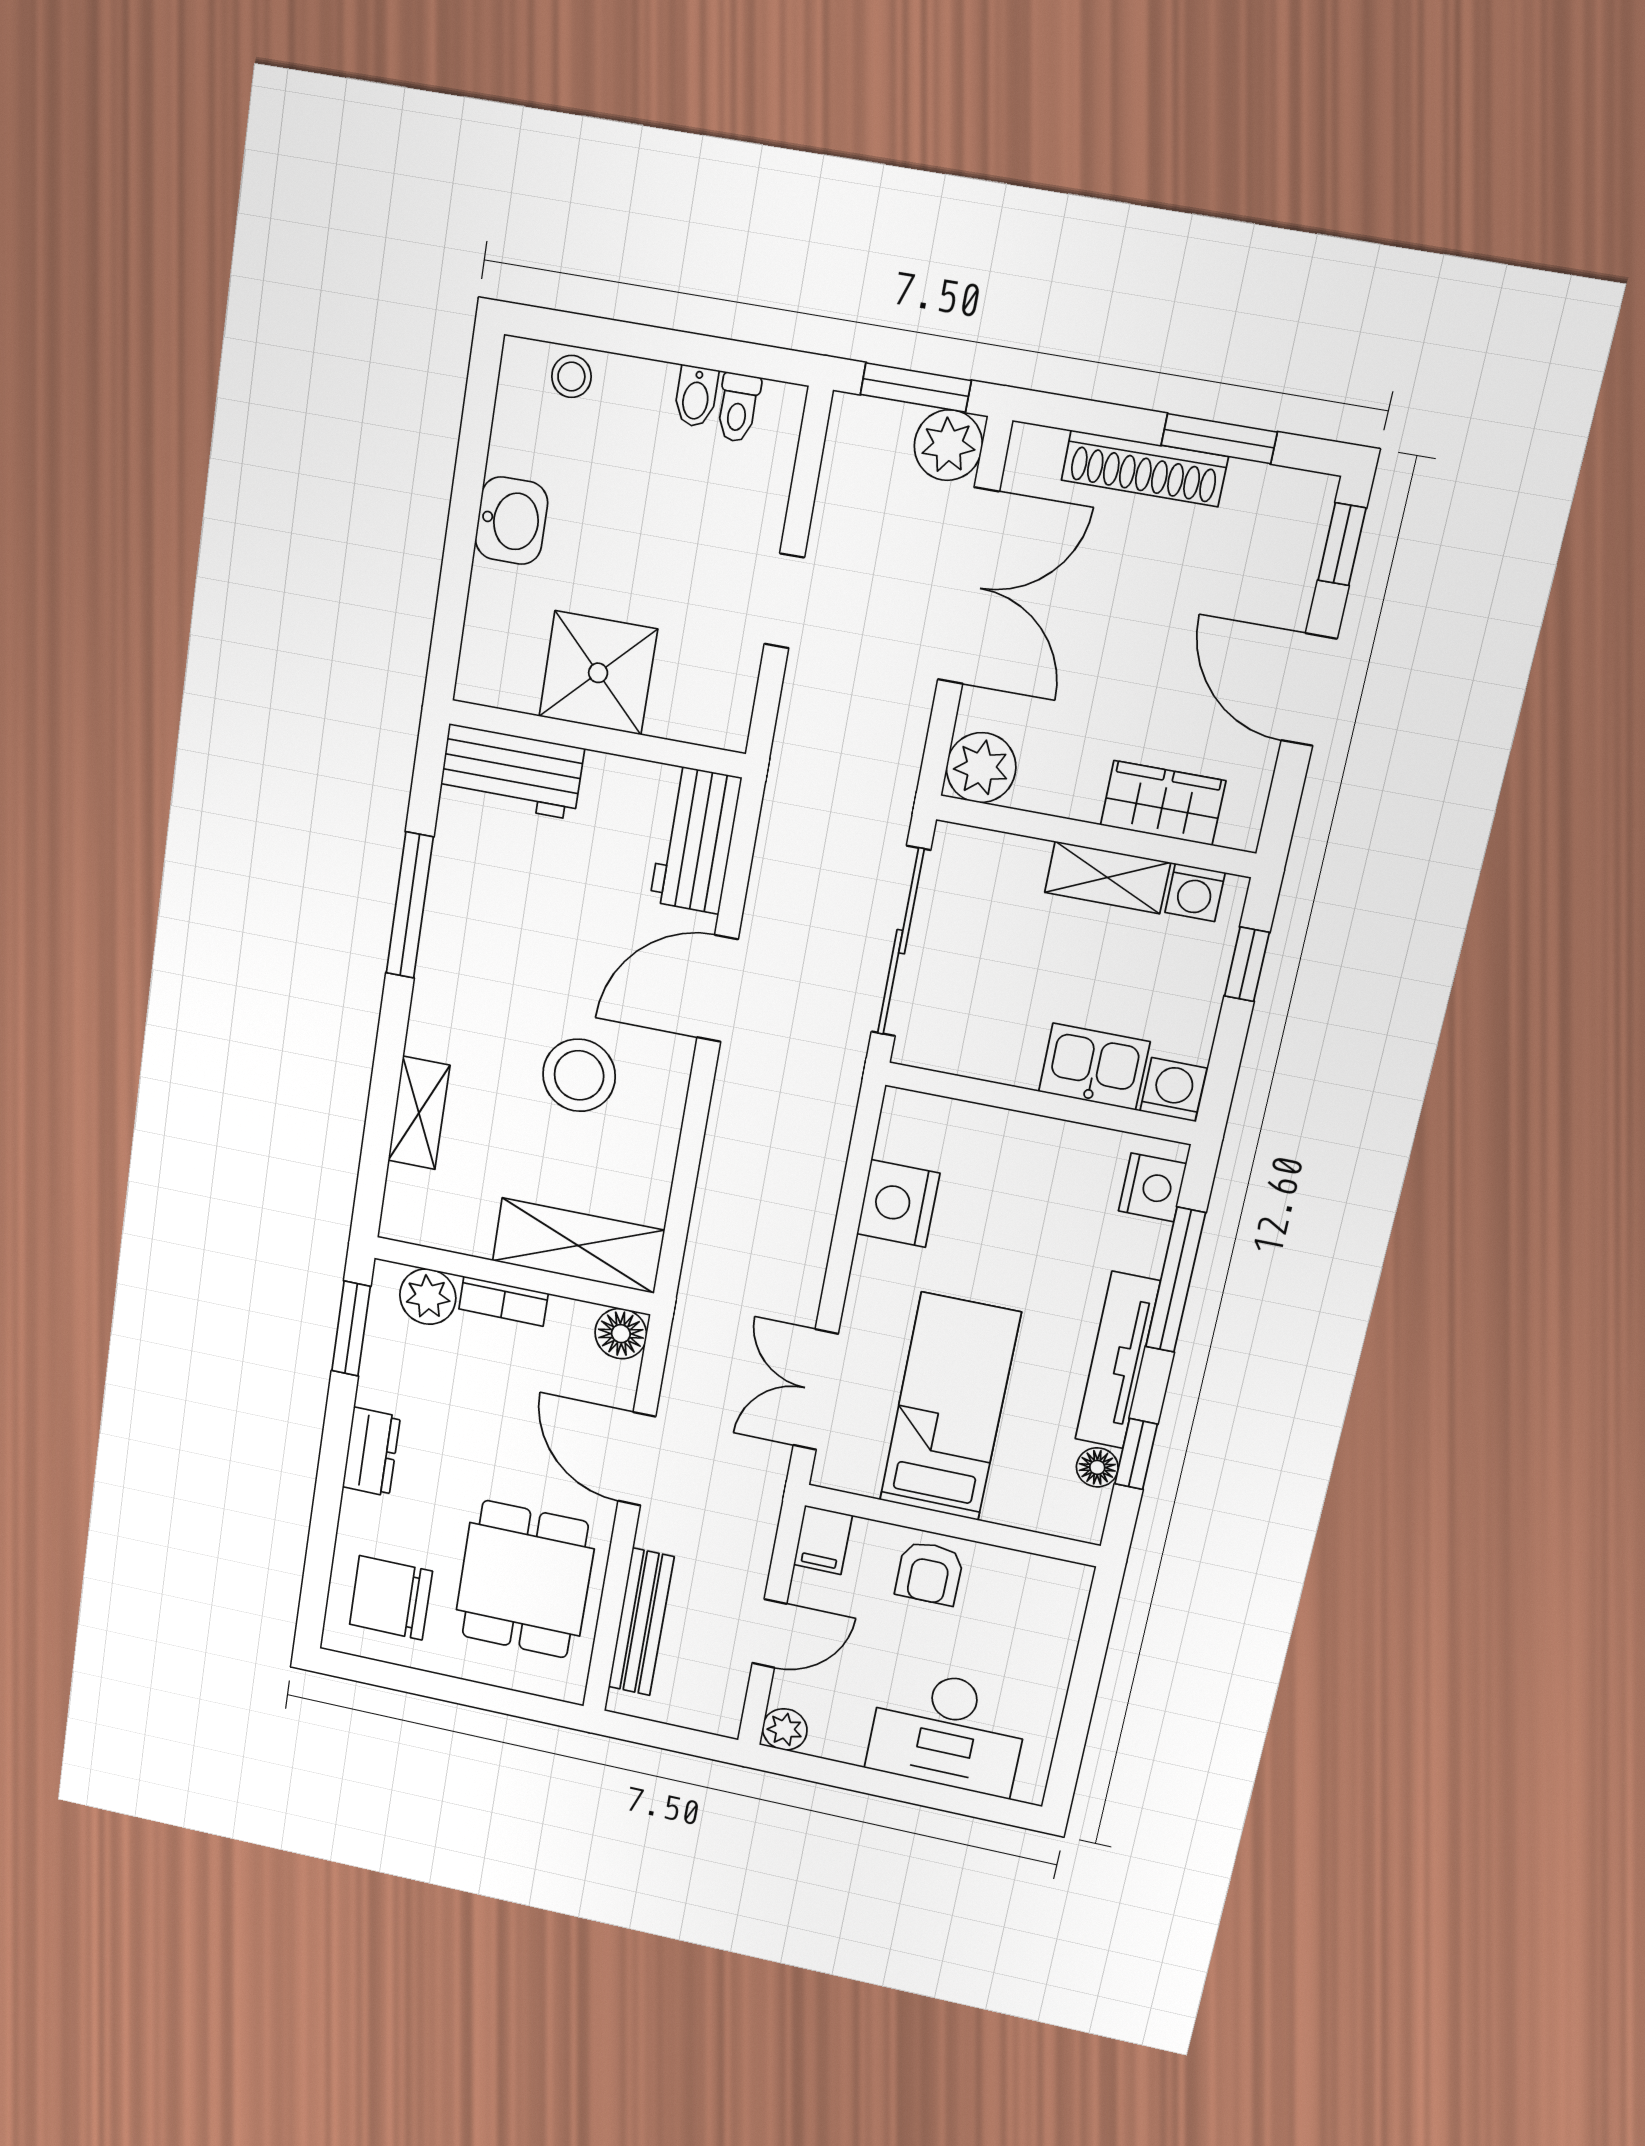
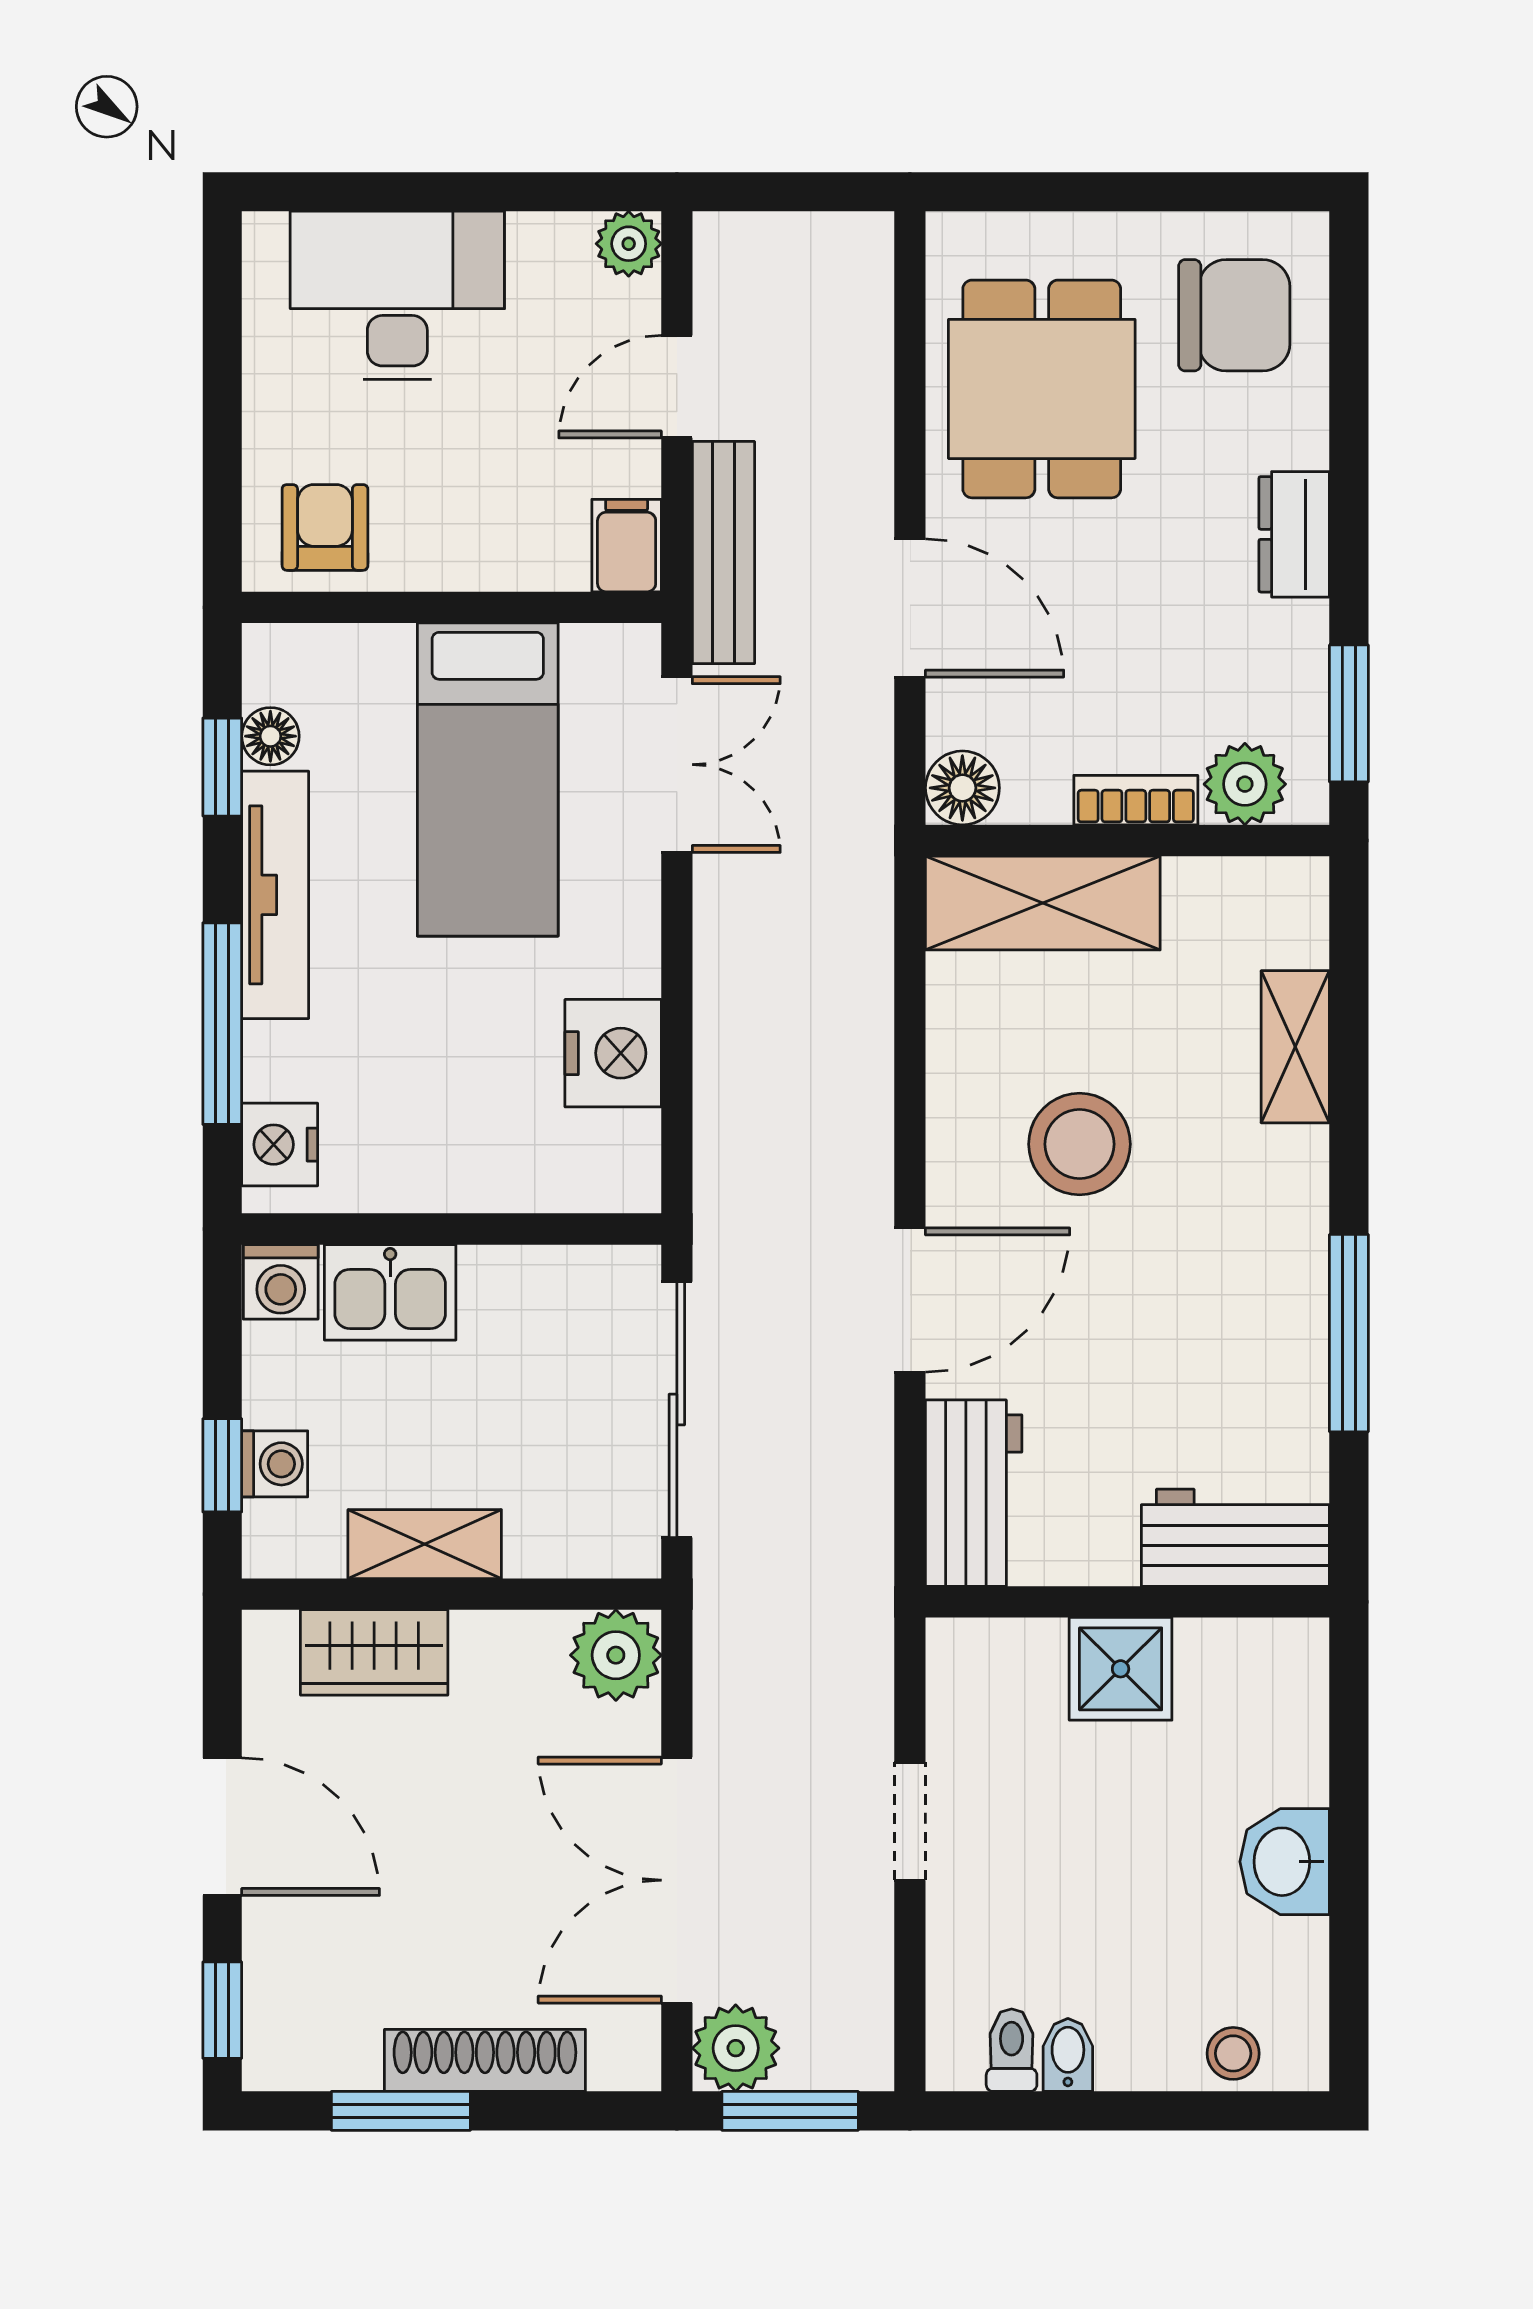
shower: (598, 673) -> (1121, 1669), width x0.73, depth x0.73
washing machine: (1195, 893) -> (275, 1464), moved, turned 90
armchair: (929, 1573) -> (325, 527), moved
bench: (641, 1622) -> (723, 553), moved

